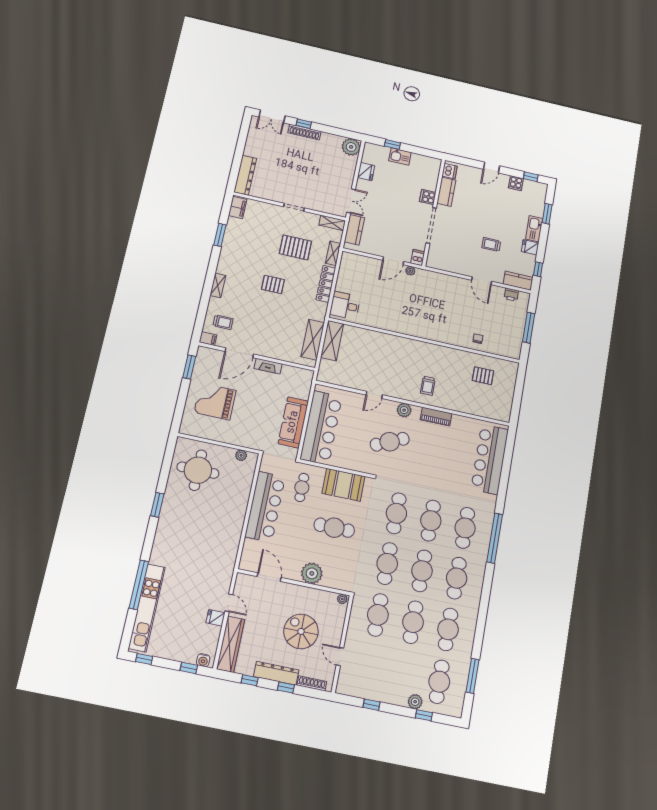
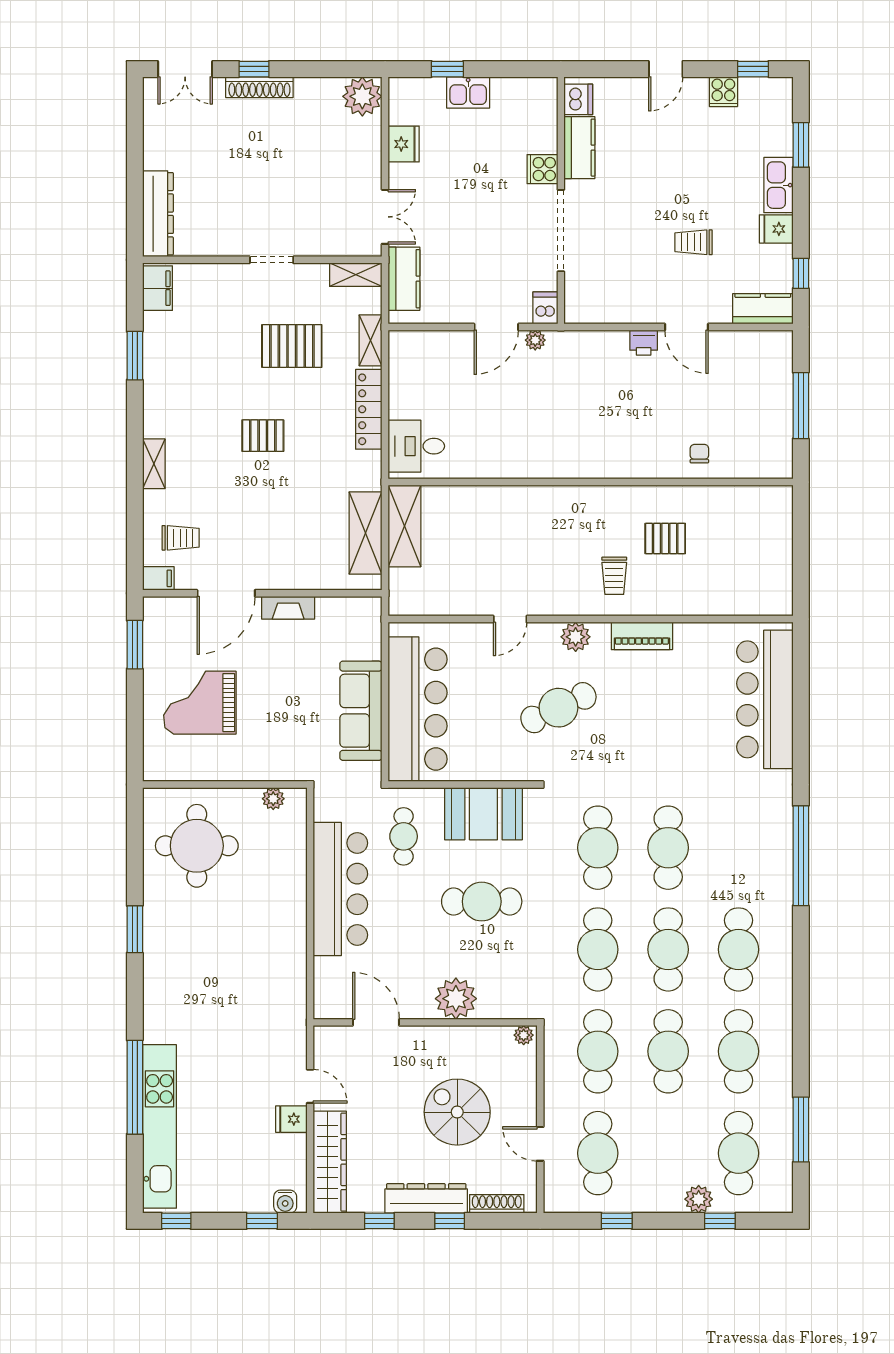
printer: (511, 295) -> (644, 343), moved
pallet: (483, 376) -> (665, 538), moved
cafe table: (465, 528) -> (598, 1153), moved

